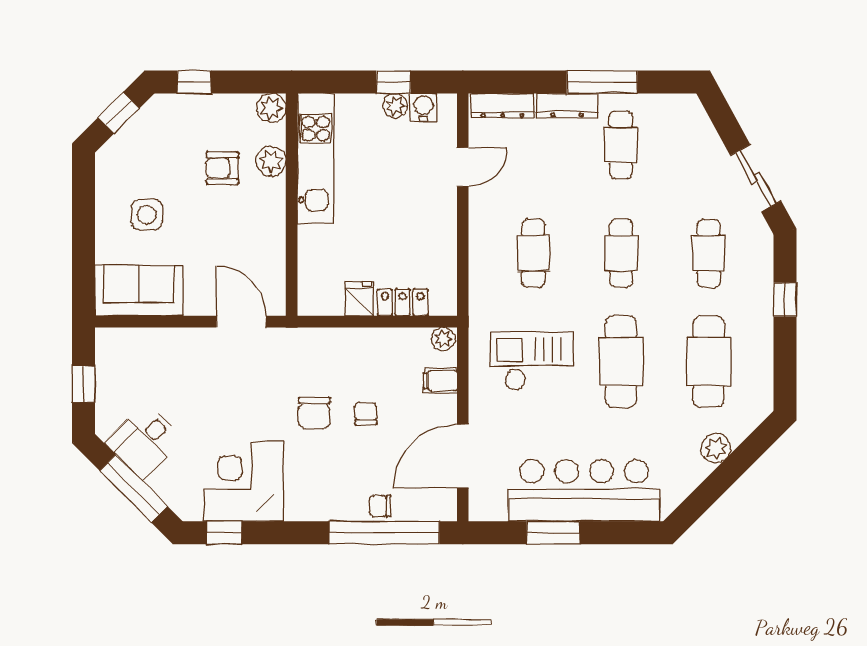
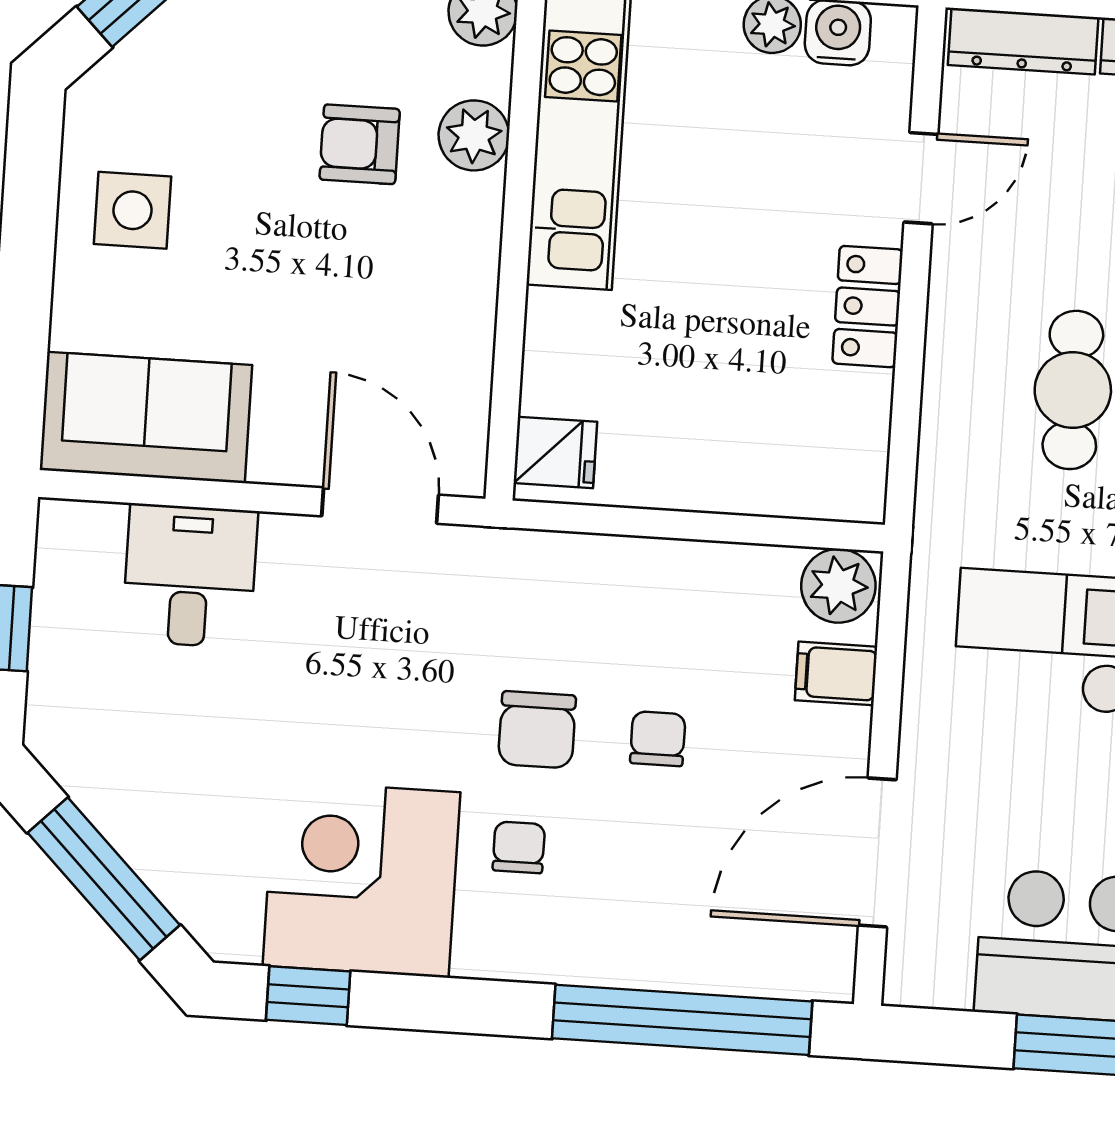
side table: (147, 215) -> (133, 210), moved
fridge: (359, 299) -> (555, 452), moved, turned 90
locker: (403, 302) -> (868, 307), moved, turned -90
plant: (443, 339) -> (838, 586), width x1.38, depth x1.38
desk: (144, 441) -> (190, 576), moved, turned 135
chair: (380, 506) -> (519, 847), moved, turned 90

